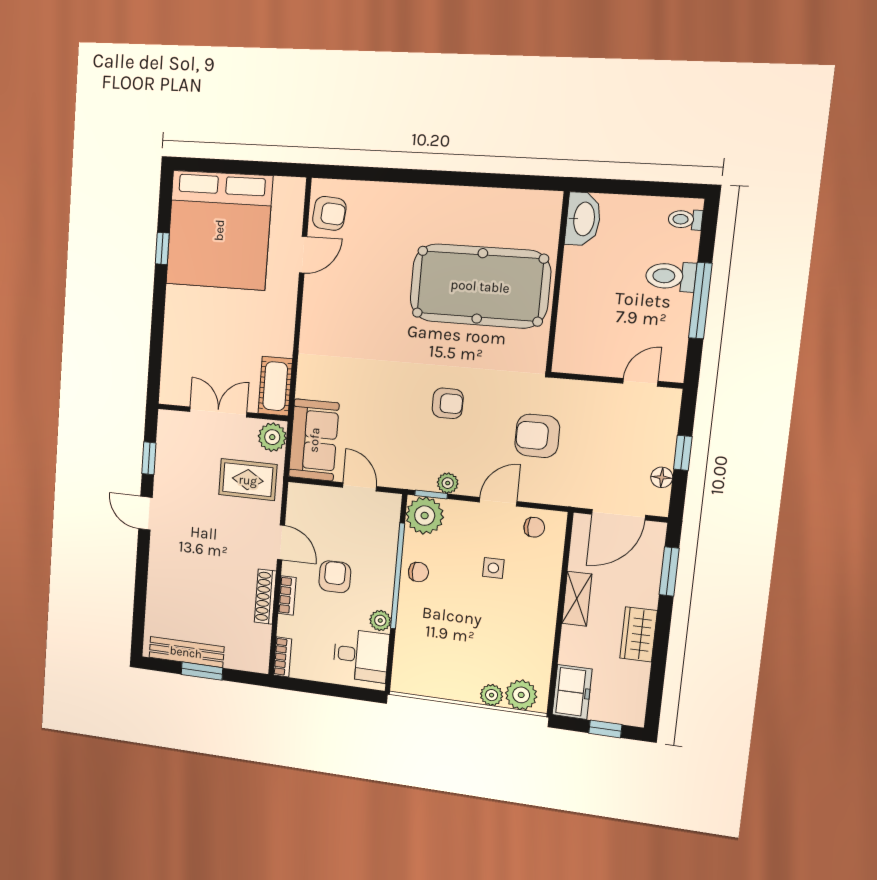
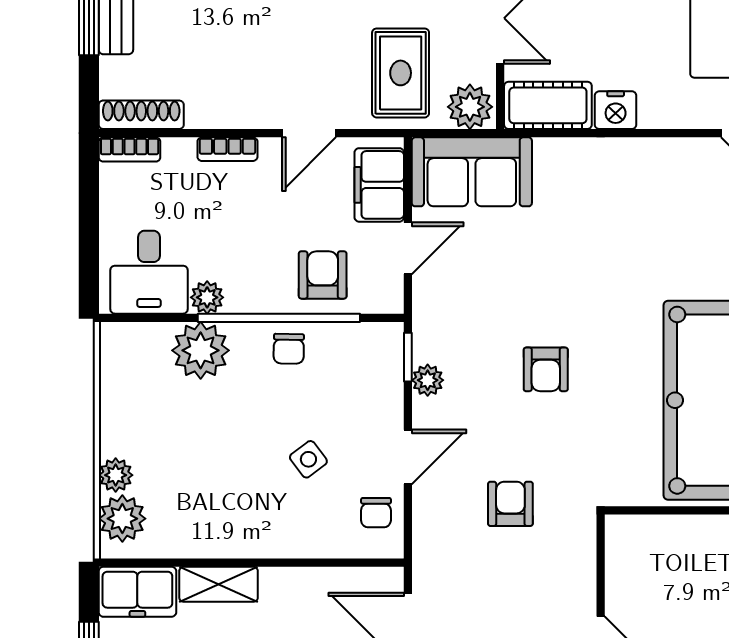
nightstand: (282, 342) -> (616, 110), added
armchair: (537, 436) -> (510, 504), width x0.72, depth x0.72
filing cabinet: (317, 501) -> (379, 185), added
door: (498, 502) -> (408, 457), hinge flipped
plant: (425, 516) -> (201, 350), moved
side table: (493, 568) -> (308, 459), turned -37
armchair: (335, 577) -> (323, 275), moved, turned -90
shoe rack: (265, 597) -> (141, 115), moved
shelving: (577, 599) -> (219, 584), moved

